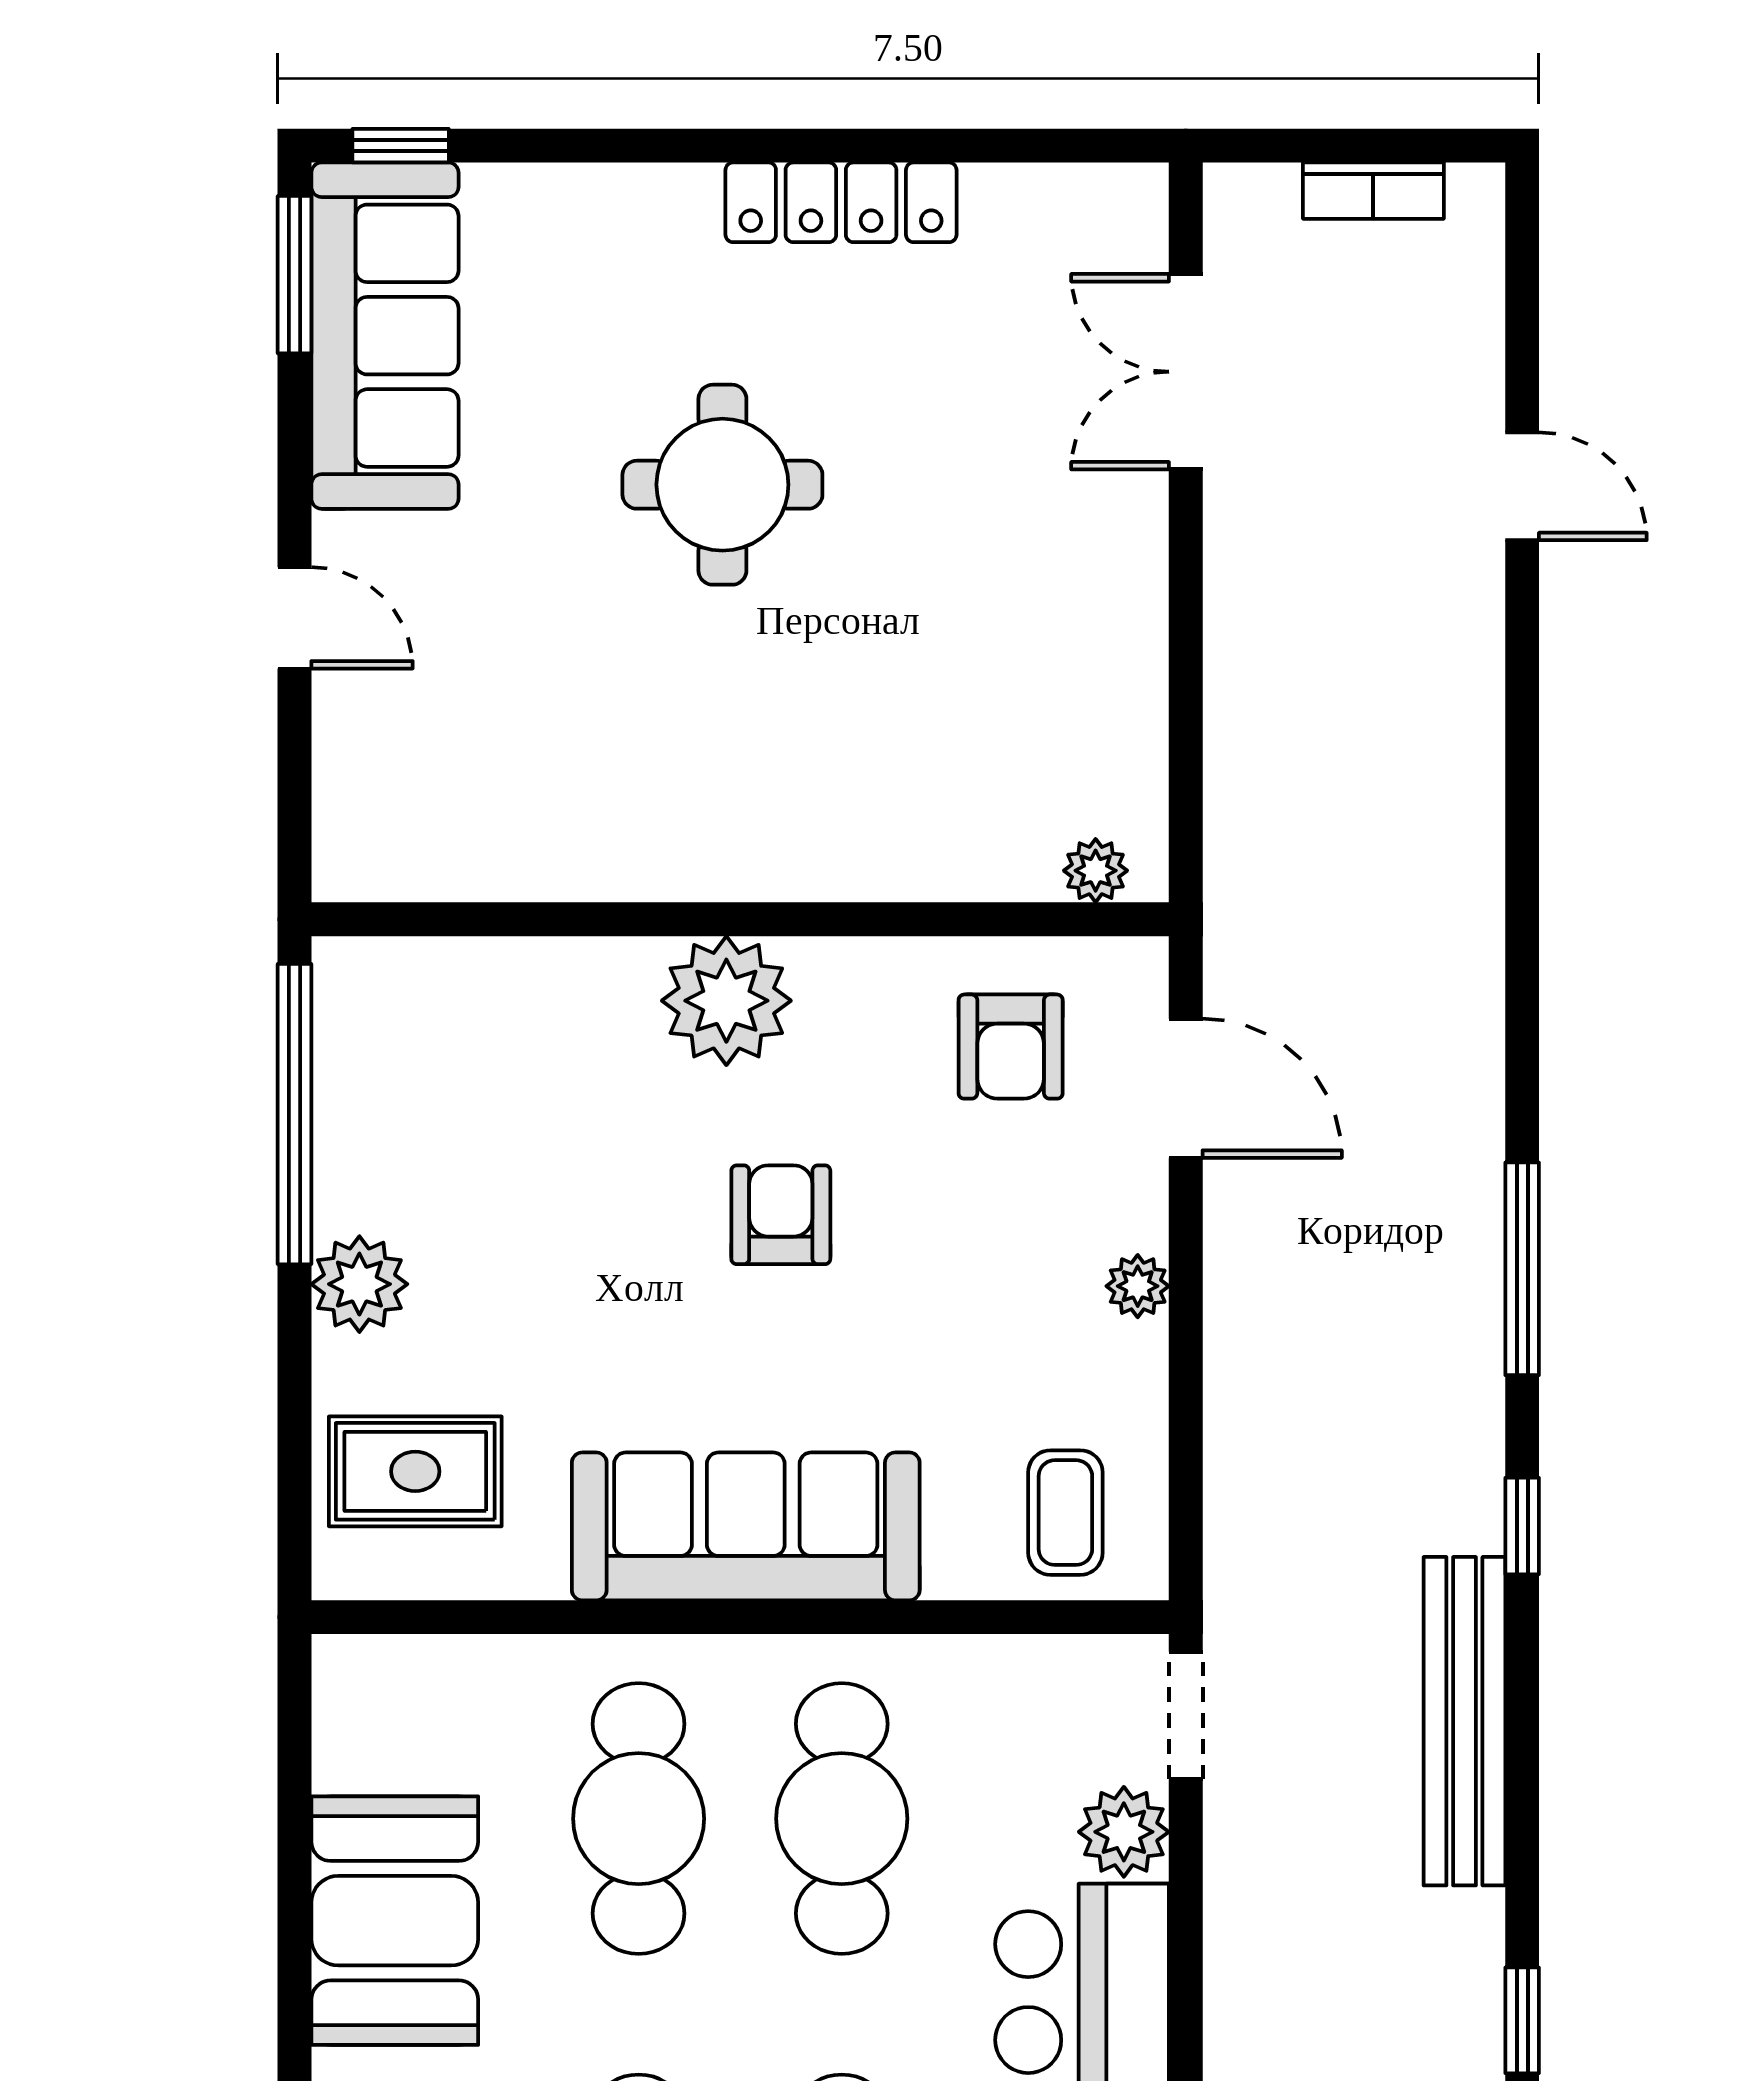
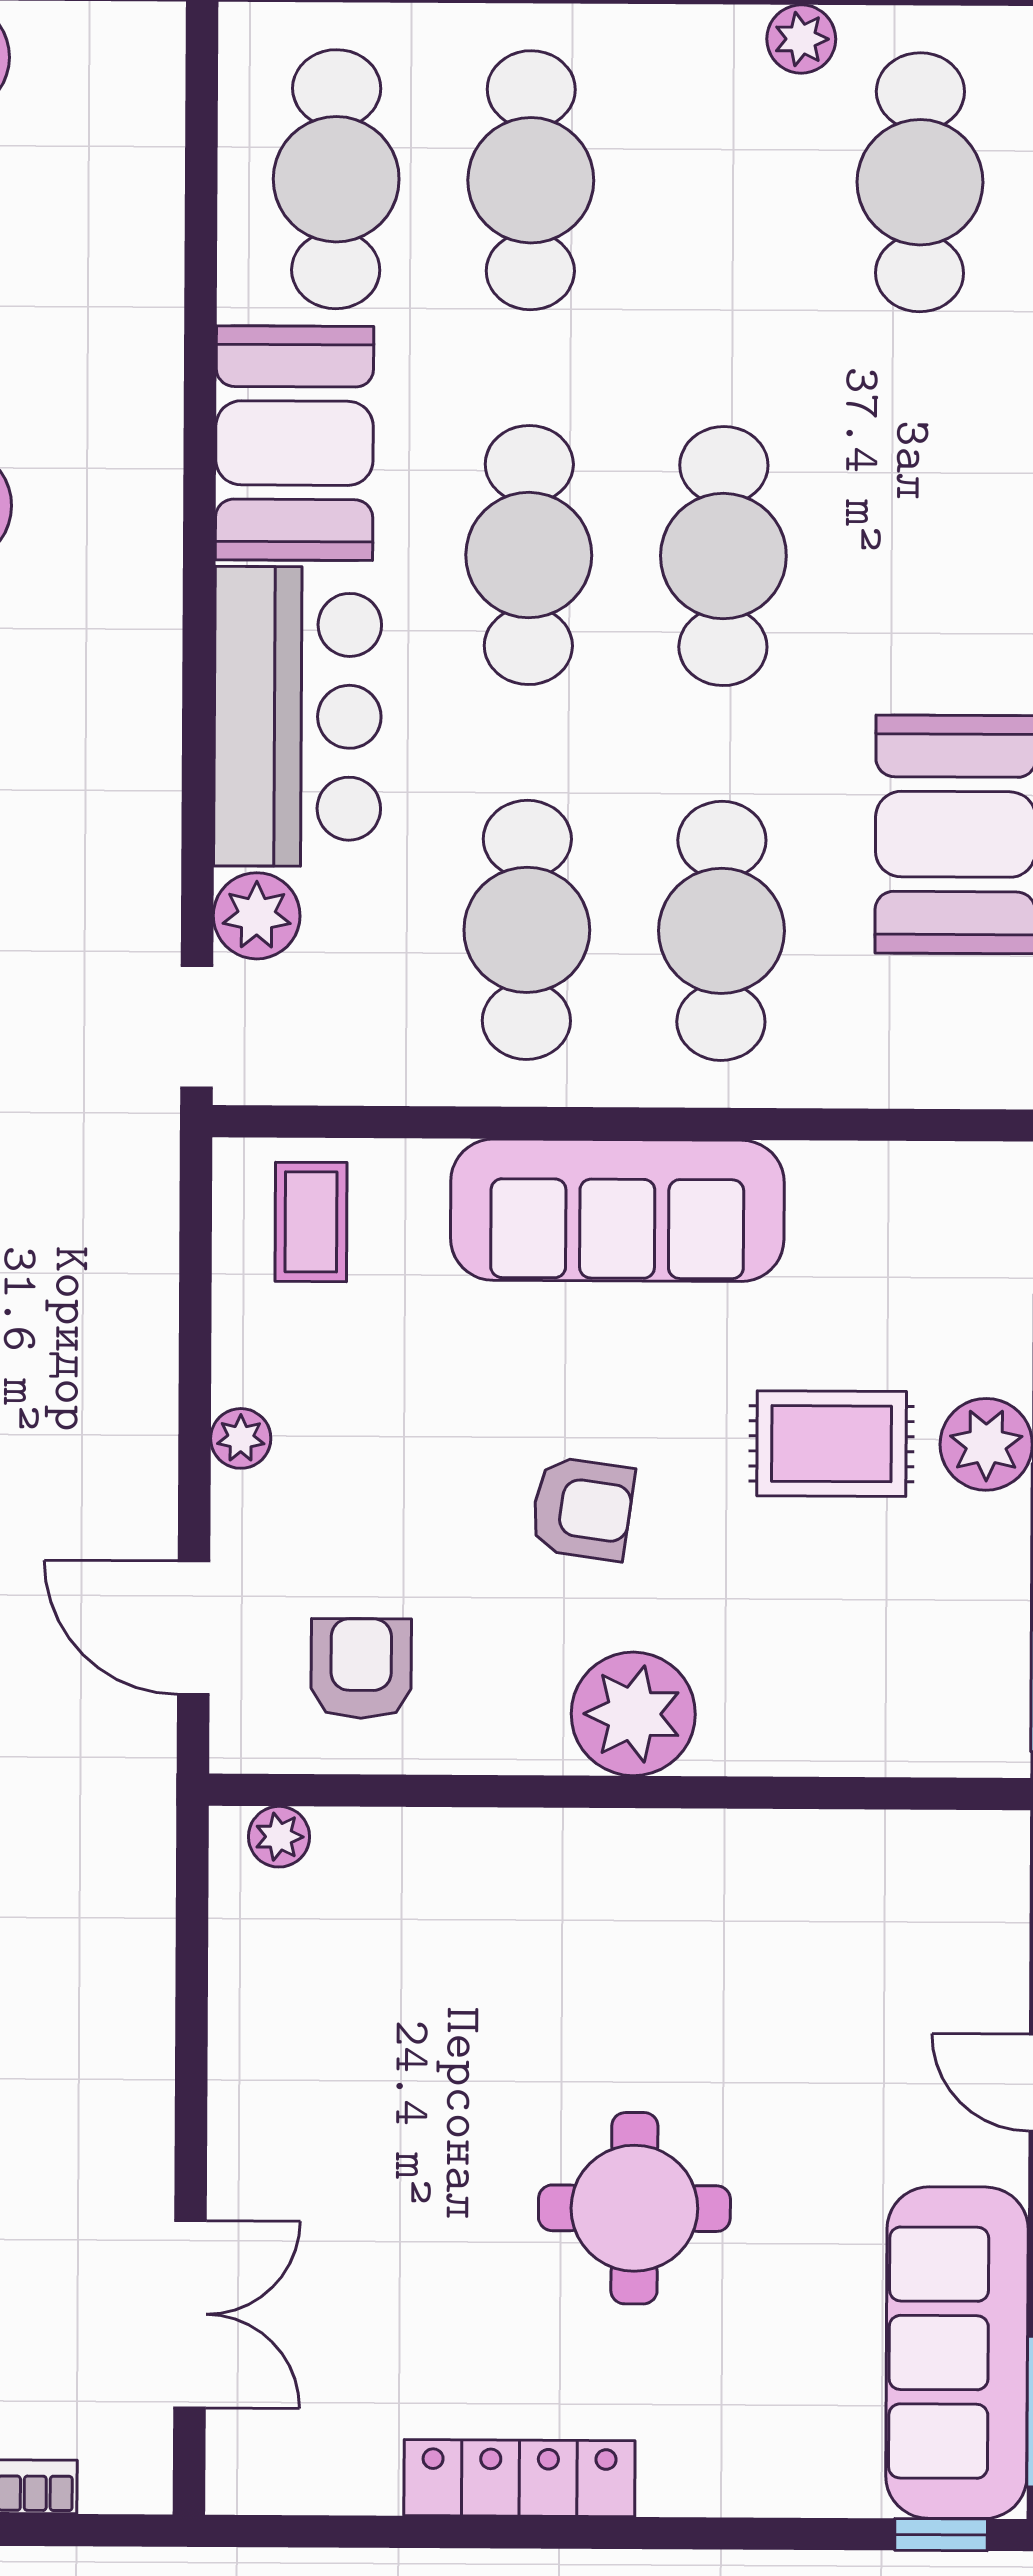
armchair: (781, 1215) -> (582, 1509), turned -82
rug: (415, 1471) -> (832, 1444), moved

